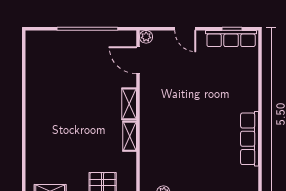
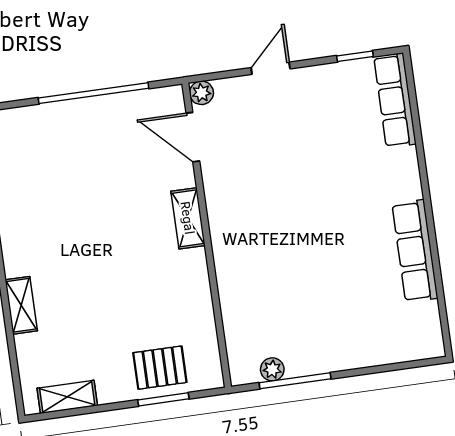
door: (185, 29) -> (271, 68), swing flipped
row of seats: (231, 39) -> (395, 100), moved, turned 90
shelving: (130, 136) -> (21, 305), moved

